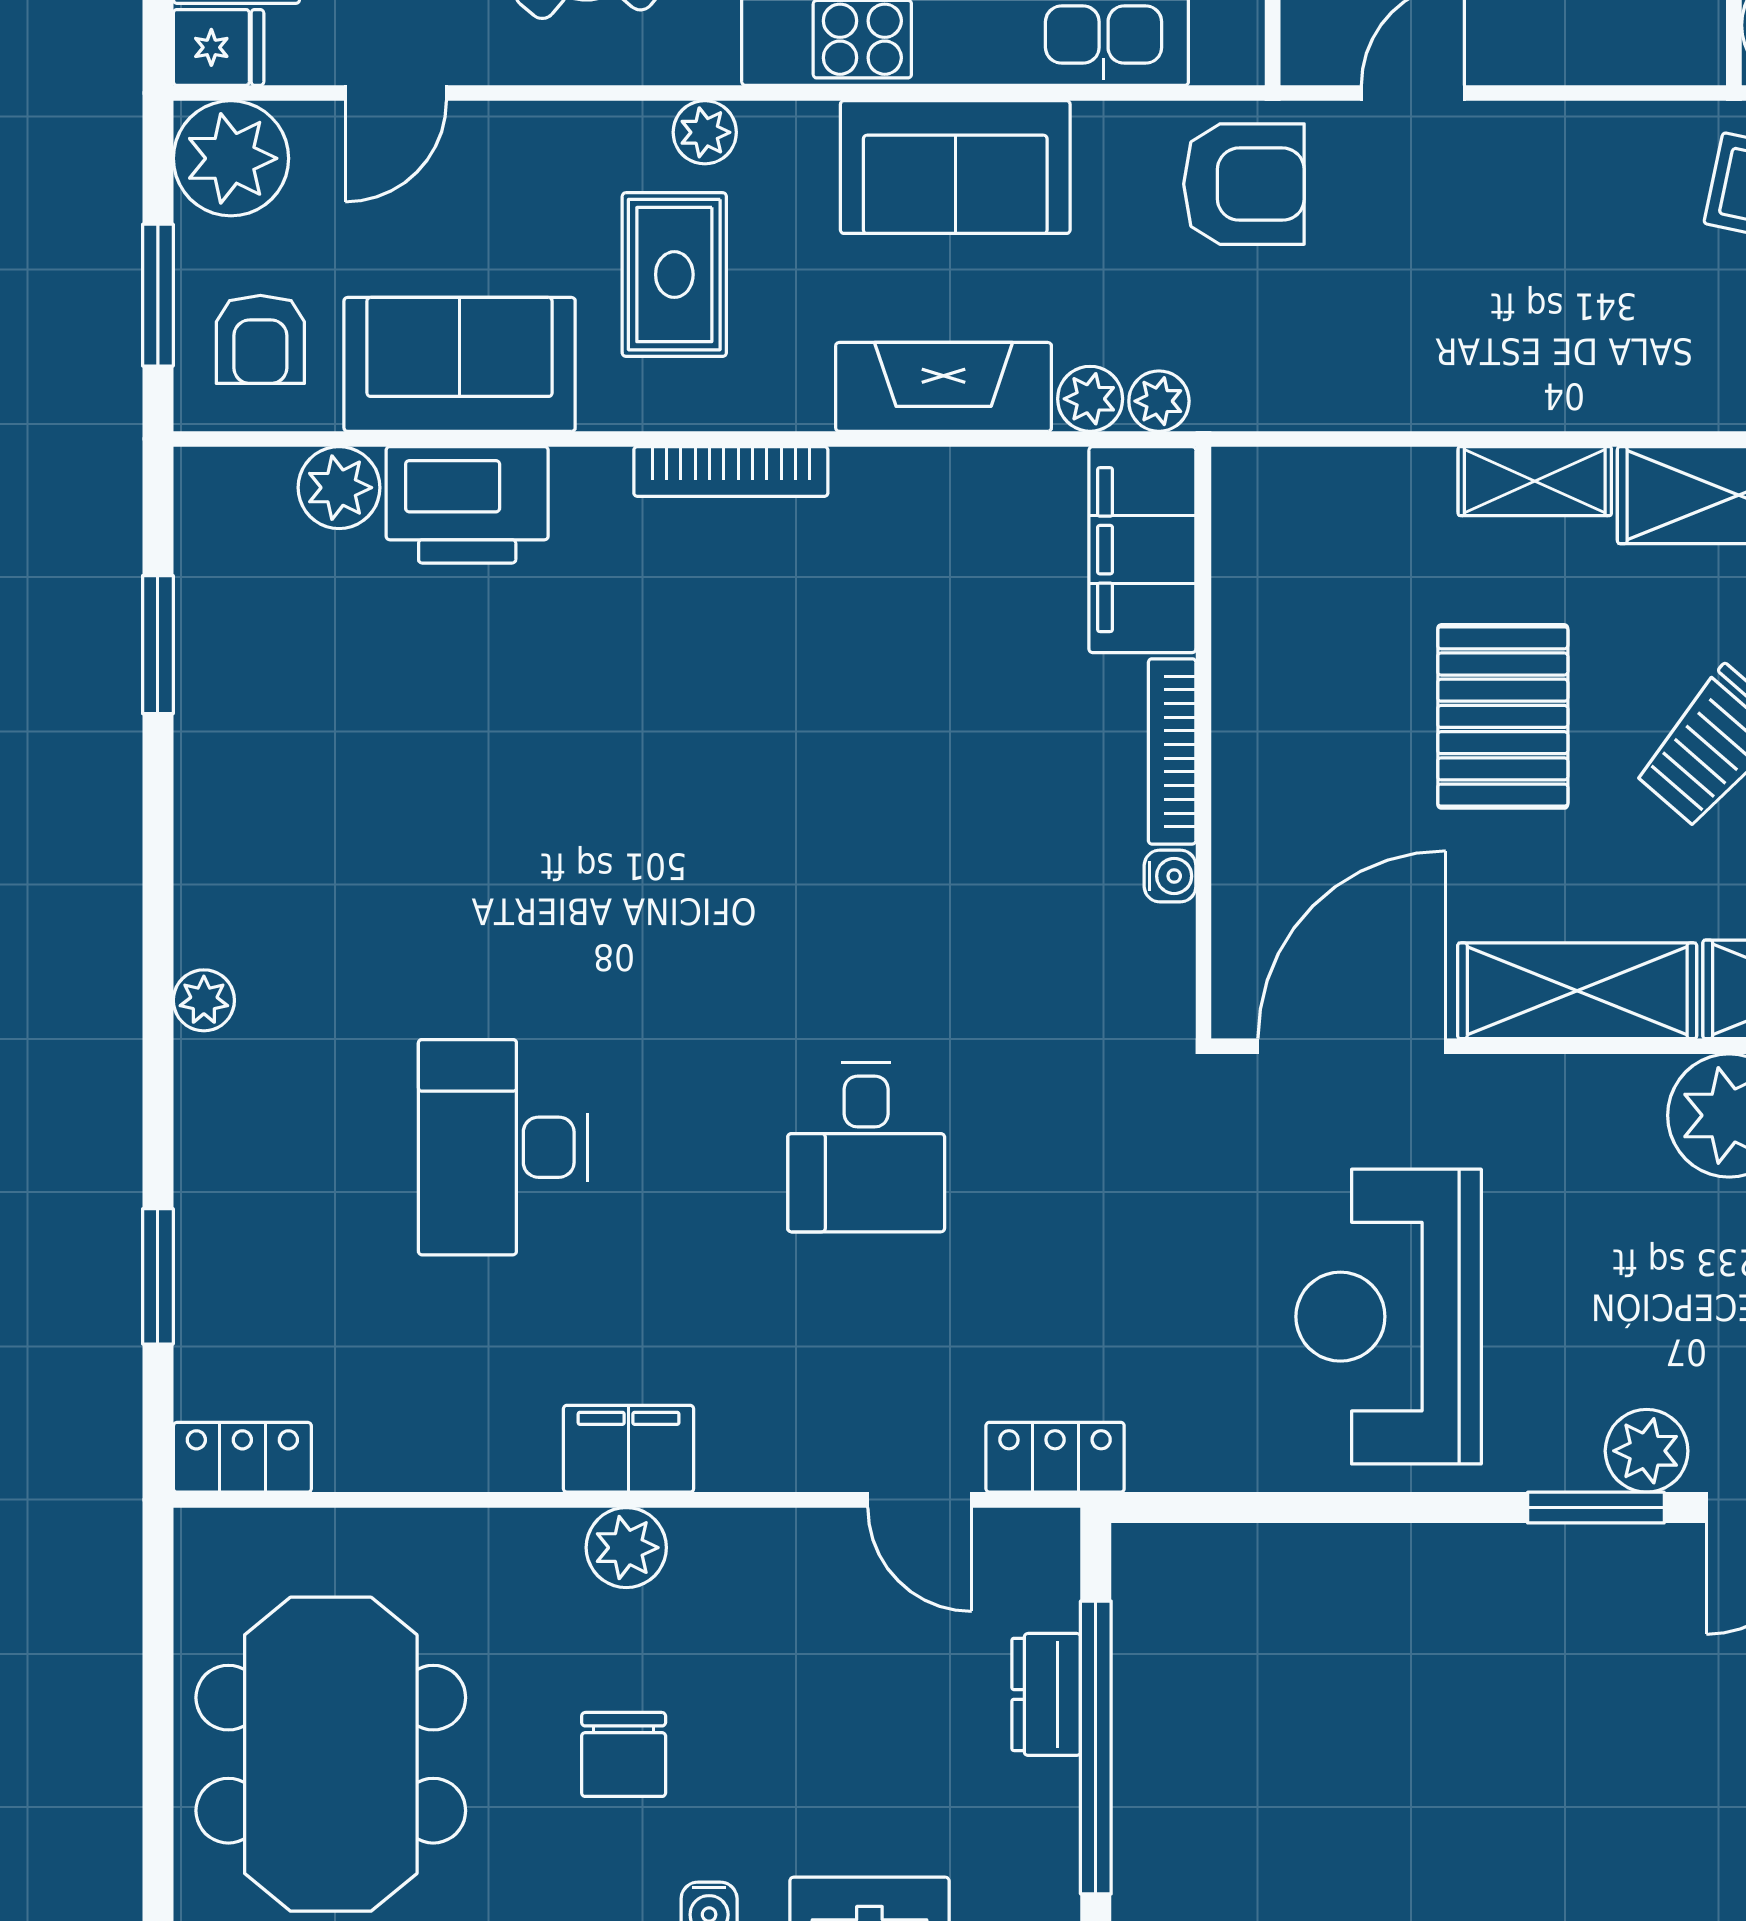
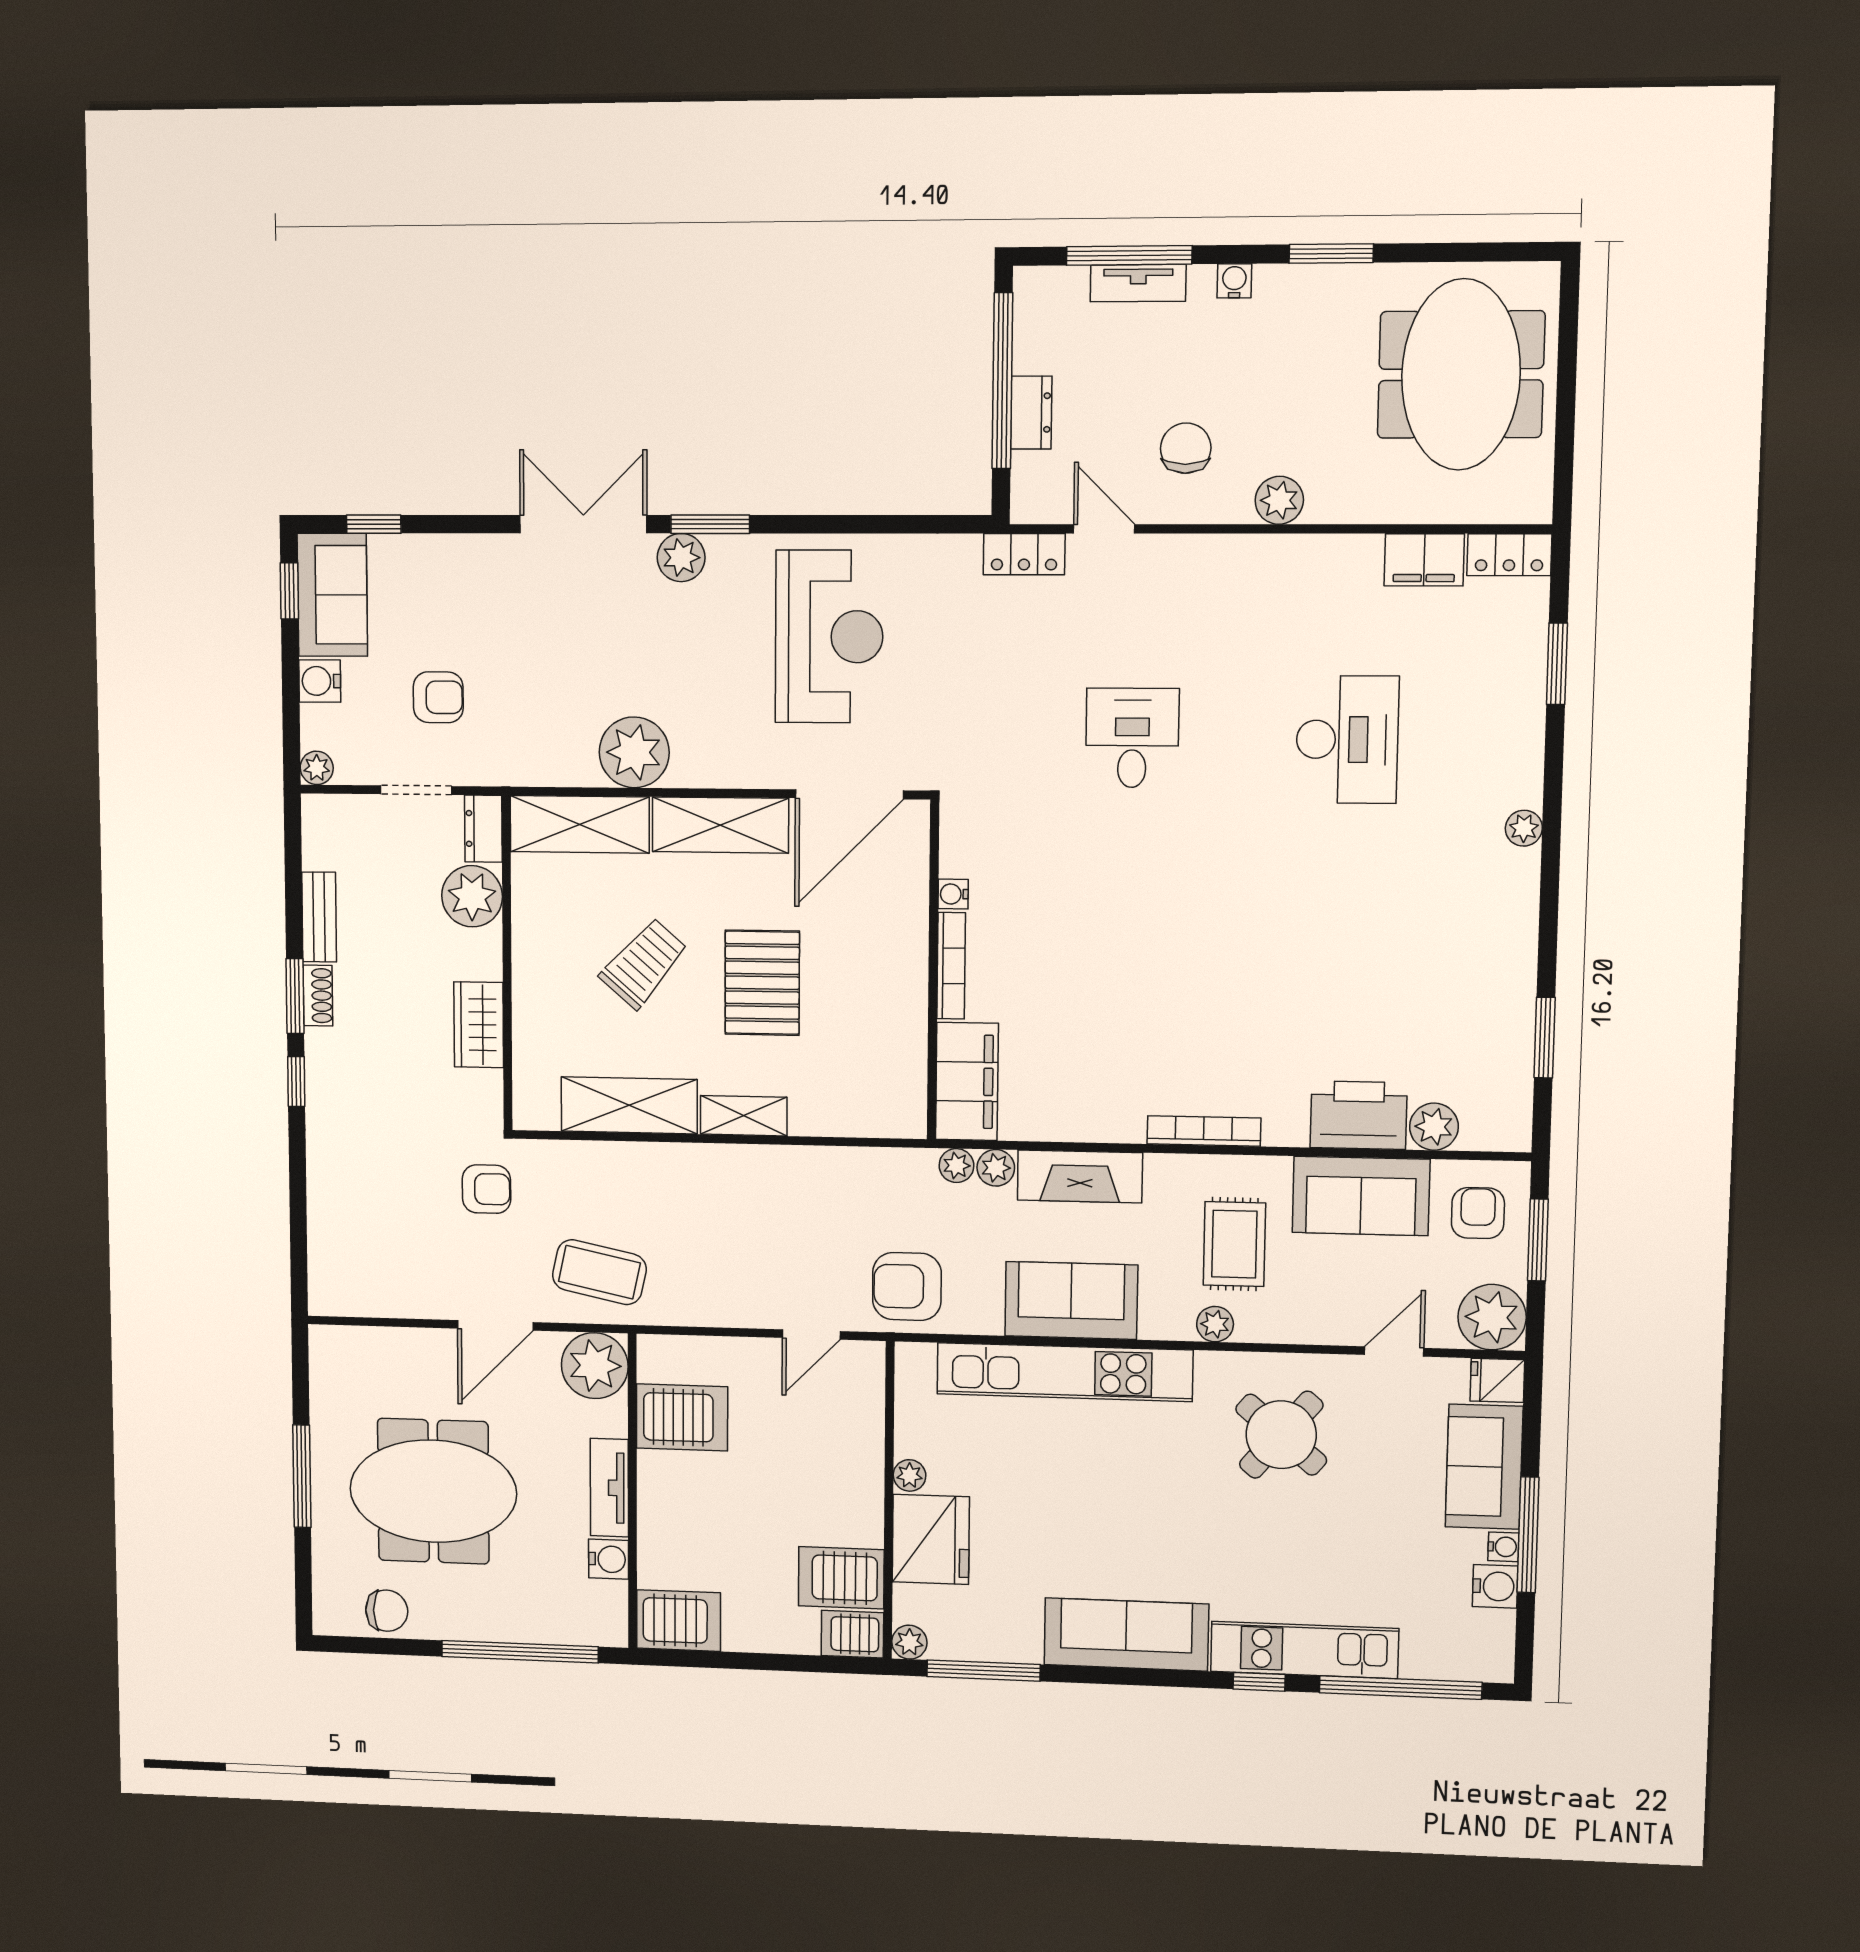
filing cabinet: (629, 1449) -> (1424, 560), moved
chair: (624, 1754) -> (1186, 448), moved

